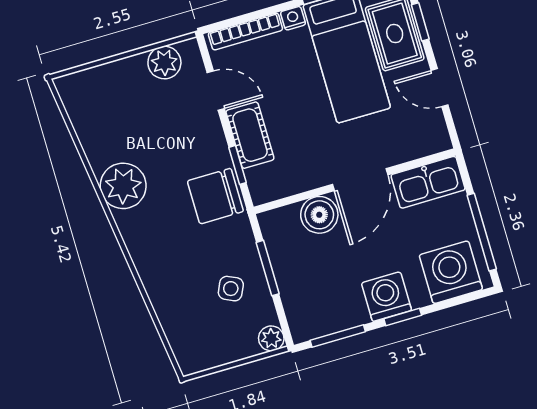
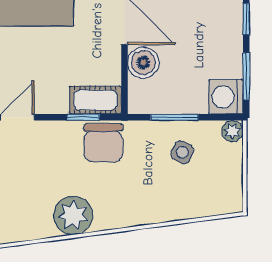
cot: (250, 135) -> (95, 100), moved
washing machine: (386, 297) -> (226, 97), moved

